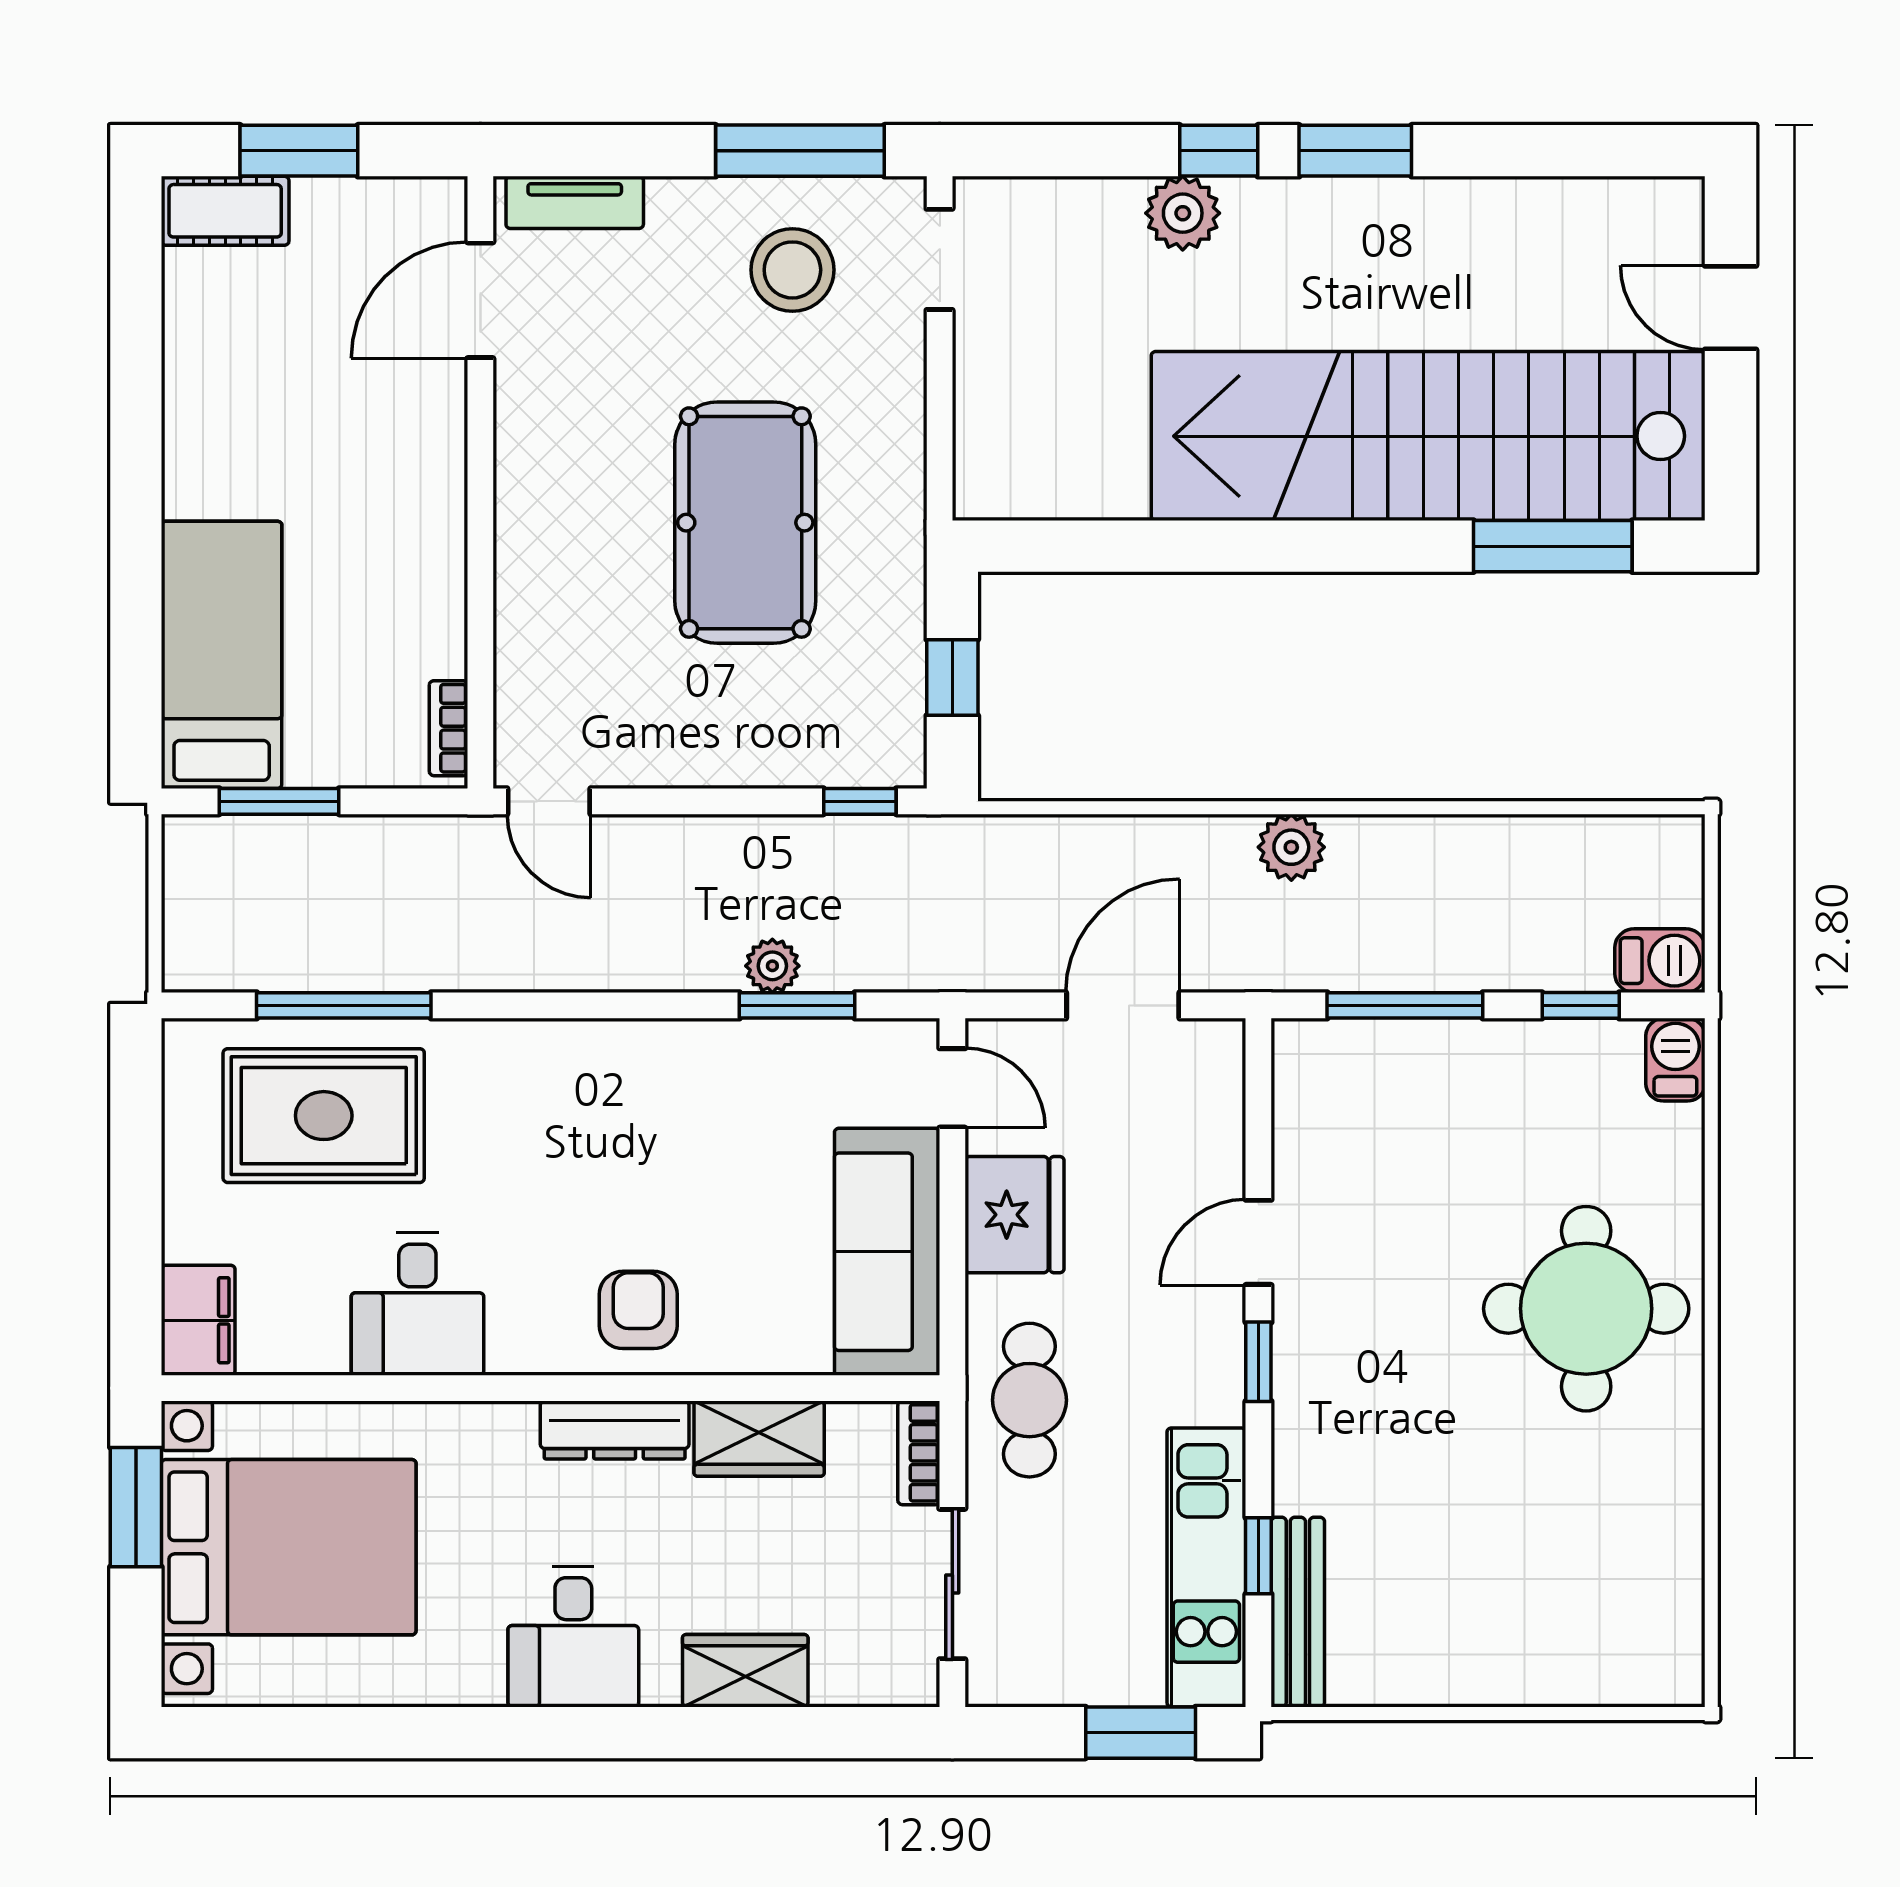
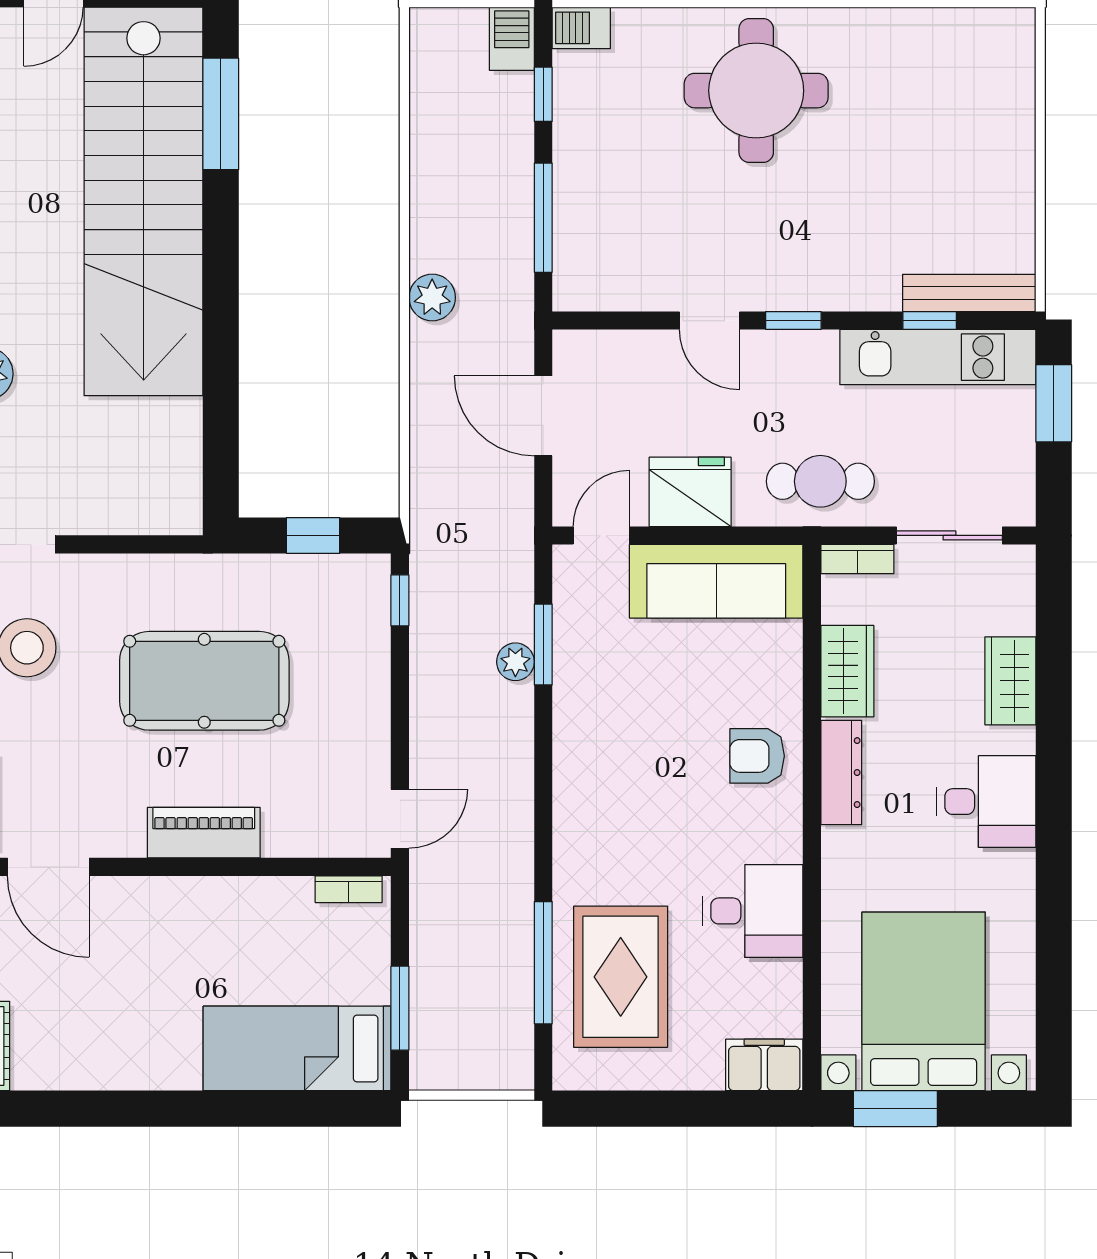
piano: (529, 522) -> (204, 833), added

